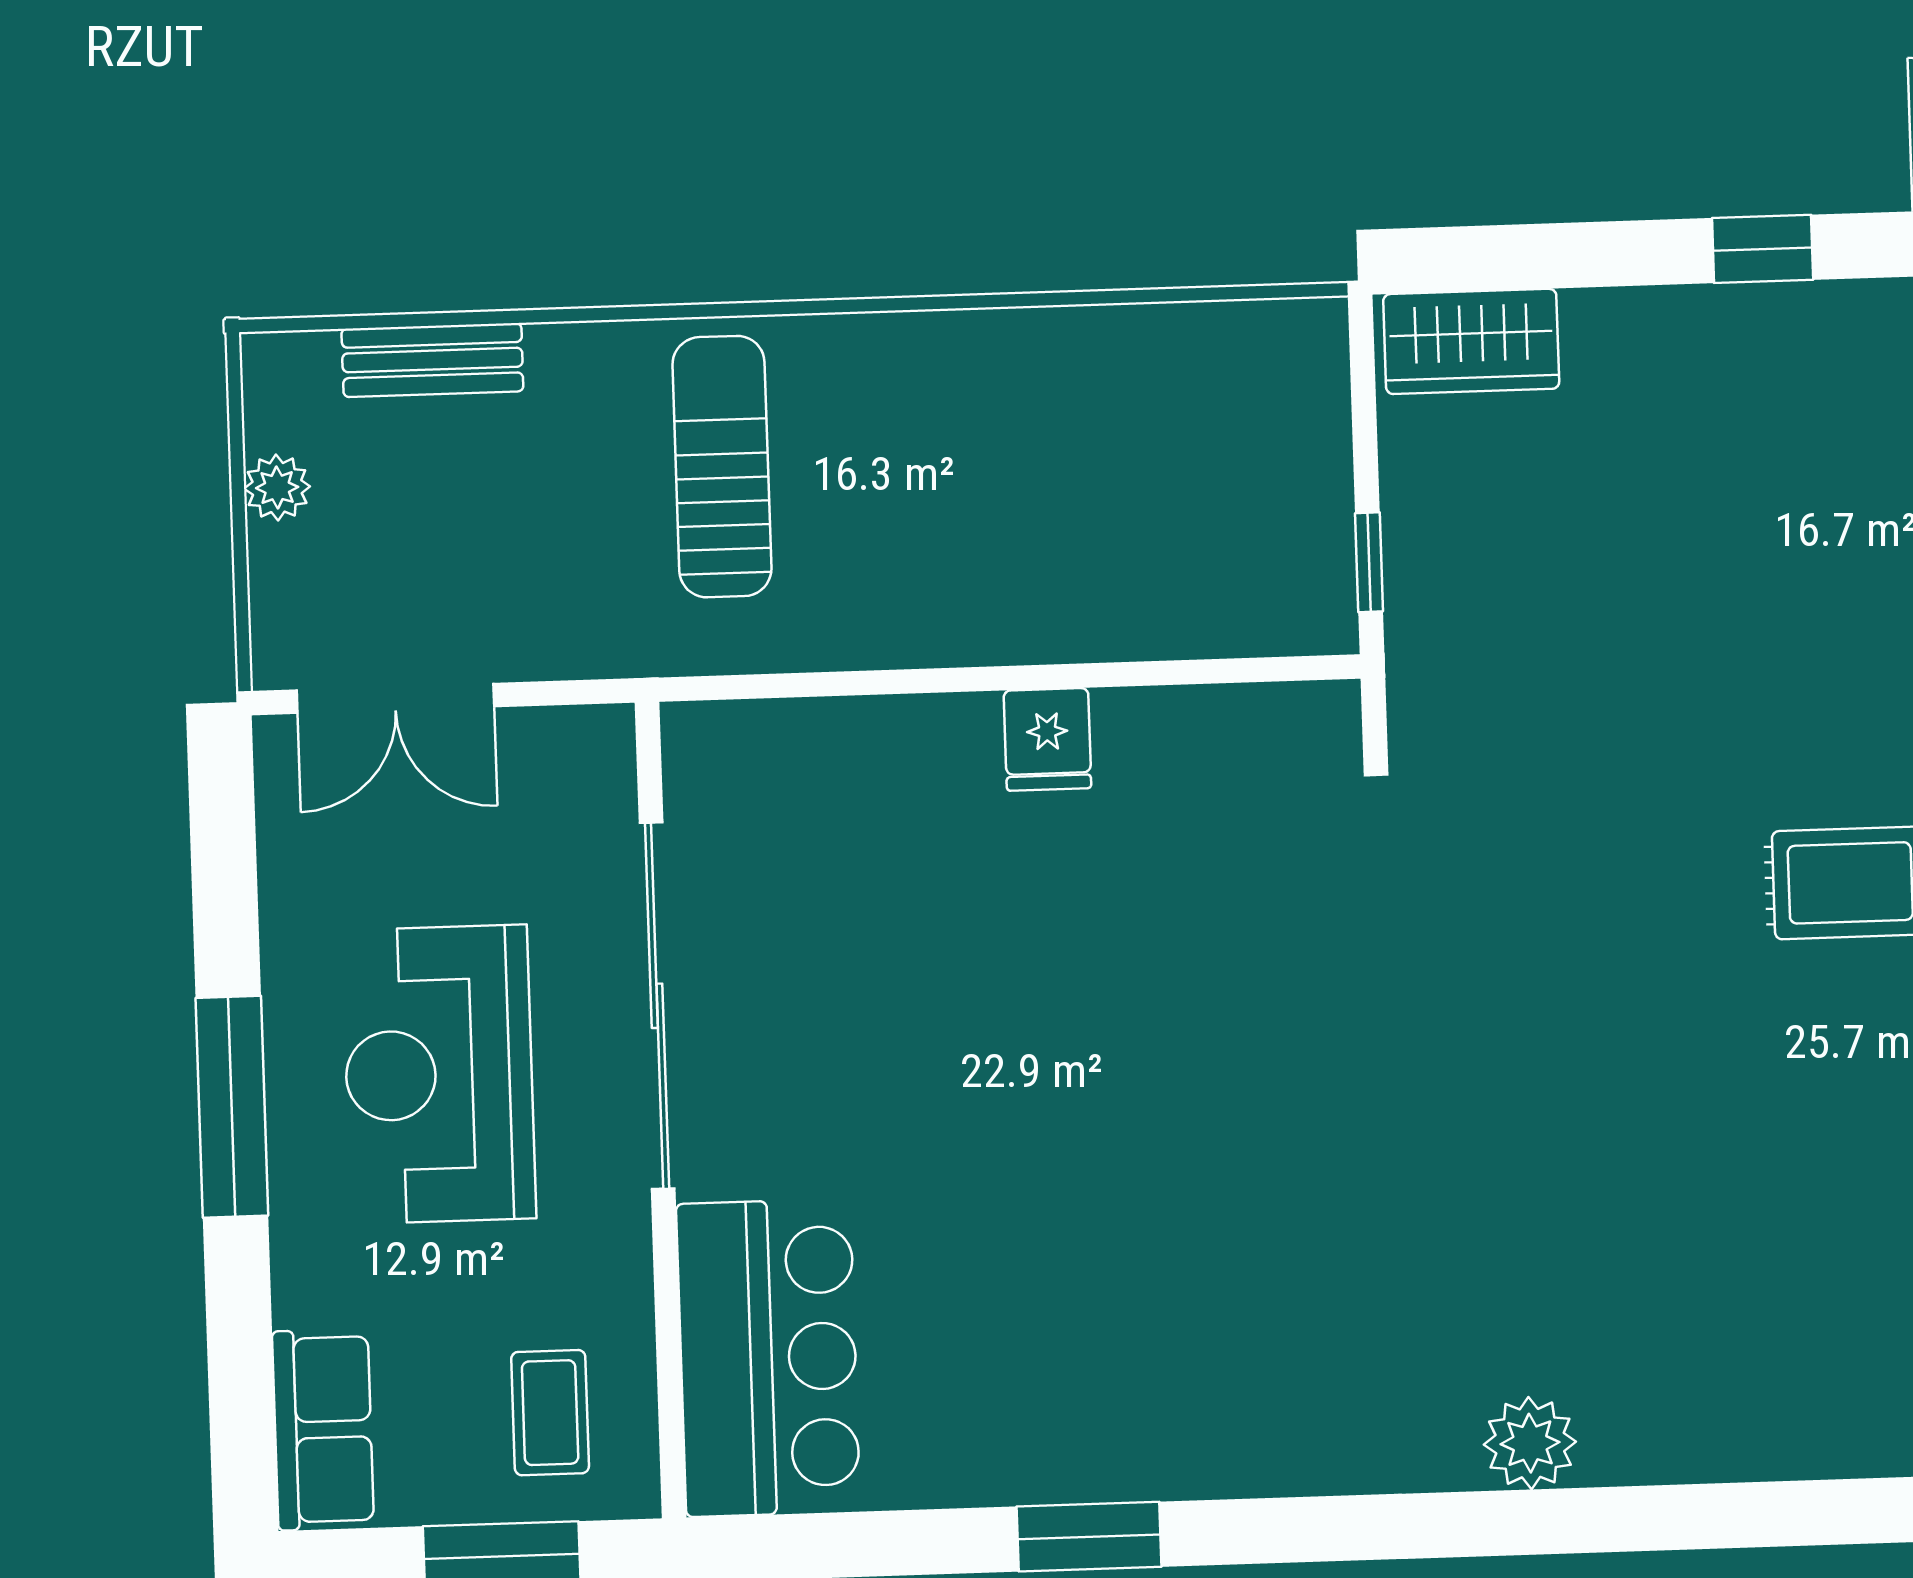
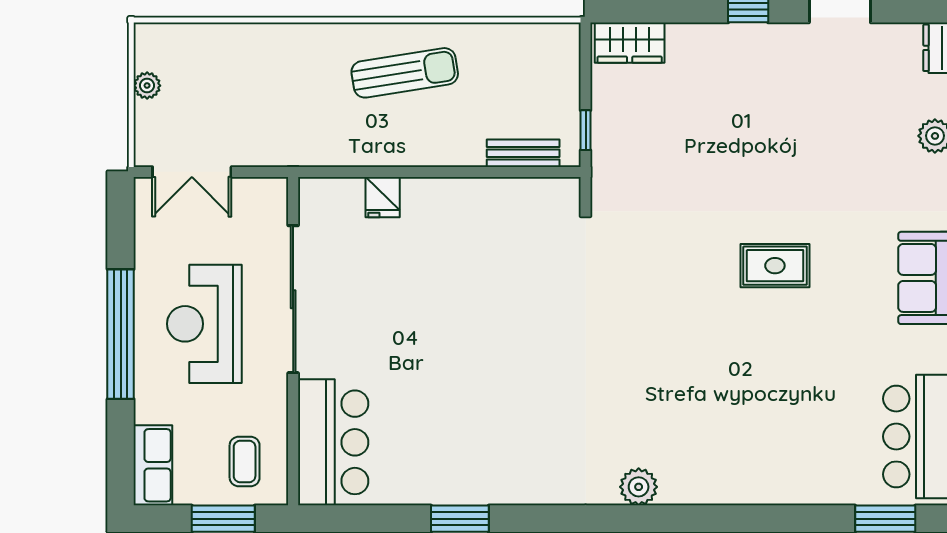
bench: (432, 360) -> (523, 153), moved
sun lounger: (722, 467) -> (405, 73), moved, turned 81
fridge: (1047, 739) -> (383, 197), moved
window: (232, 1107) -> (121, 334), width x1.46

